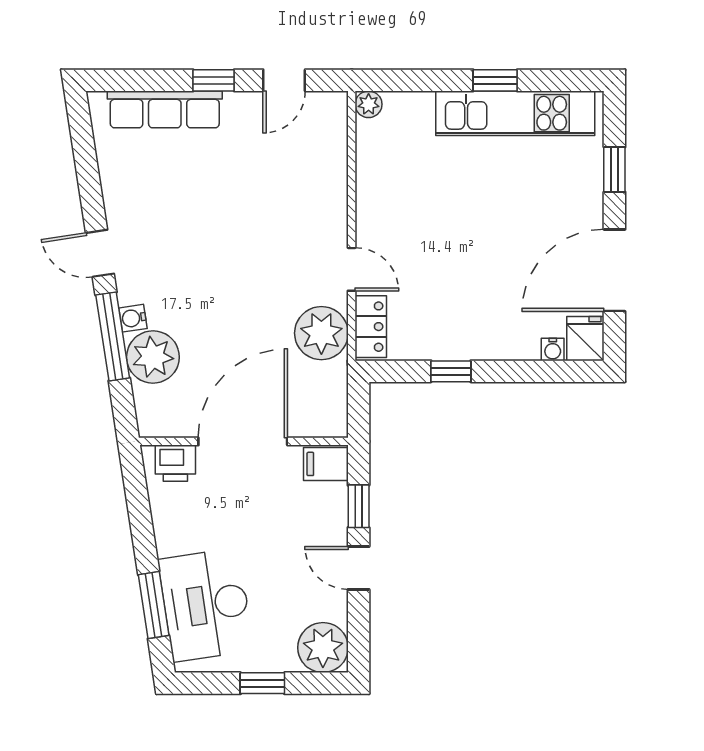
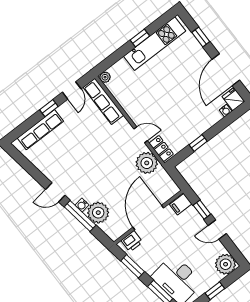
row of seats: (329, 149) -> (103, 101), added
window: (139, 513) -> (133, 266), added

